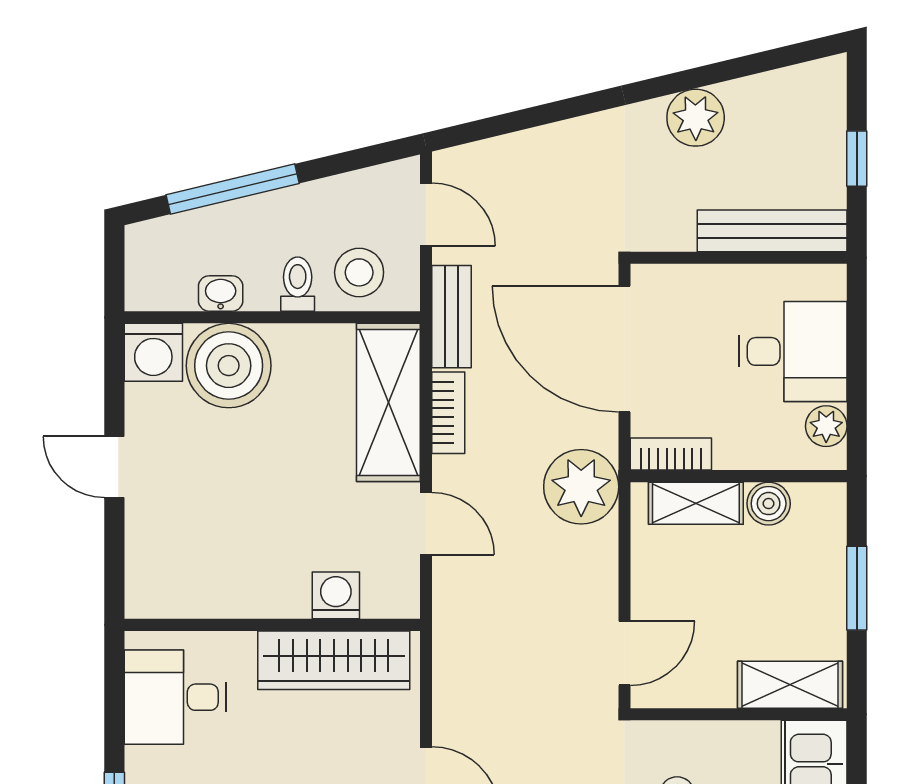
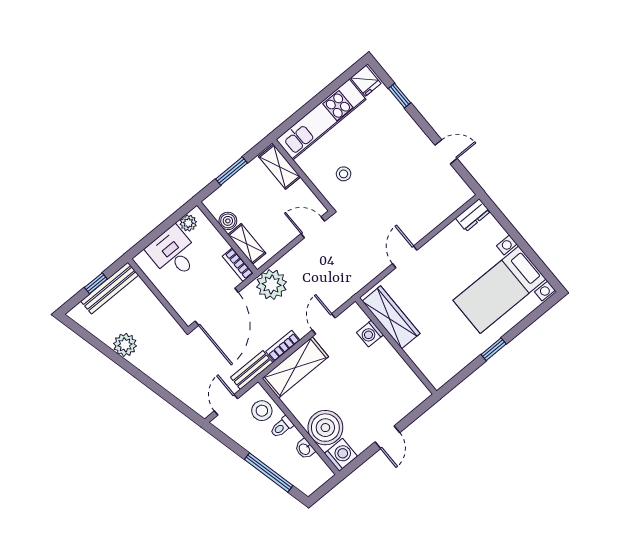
bench: (772, 231) -> (110, 288), moved, turned 90
desk: (175, 697) -> (444, 358), removed

